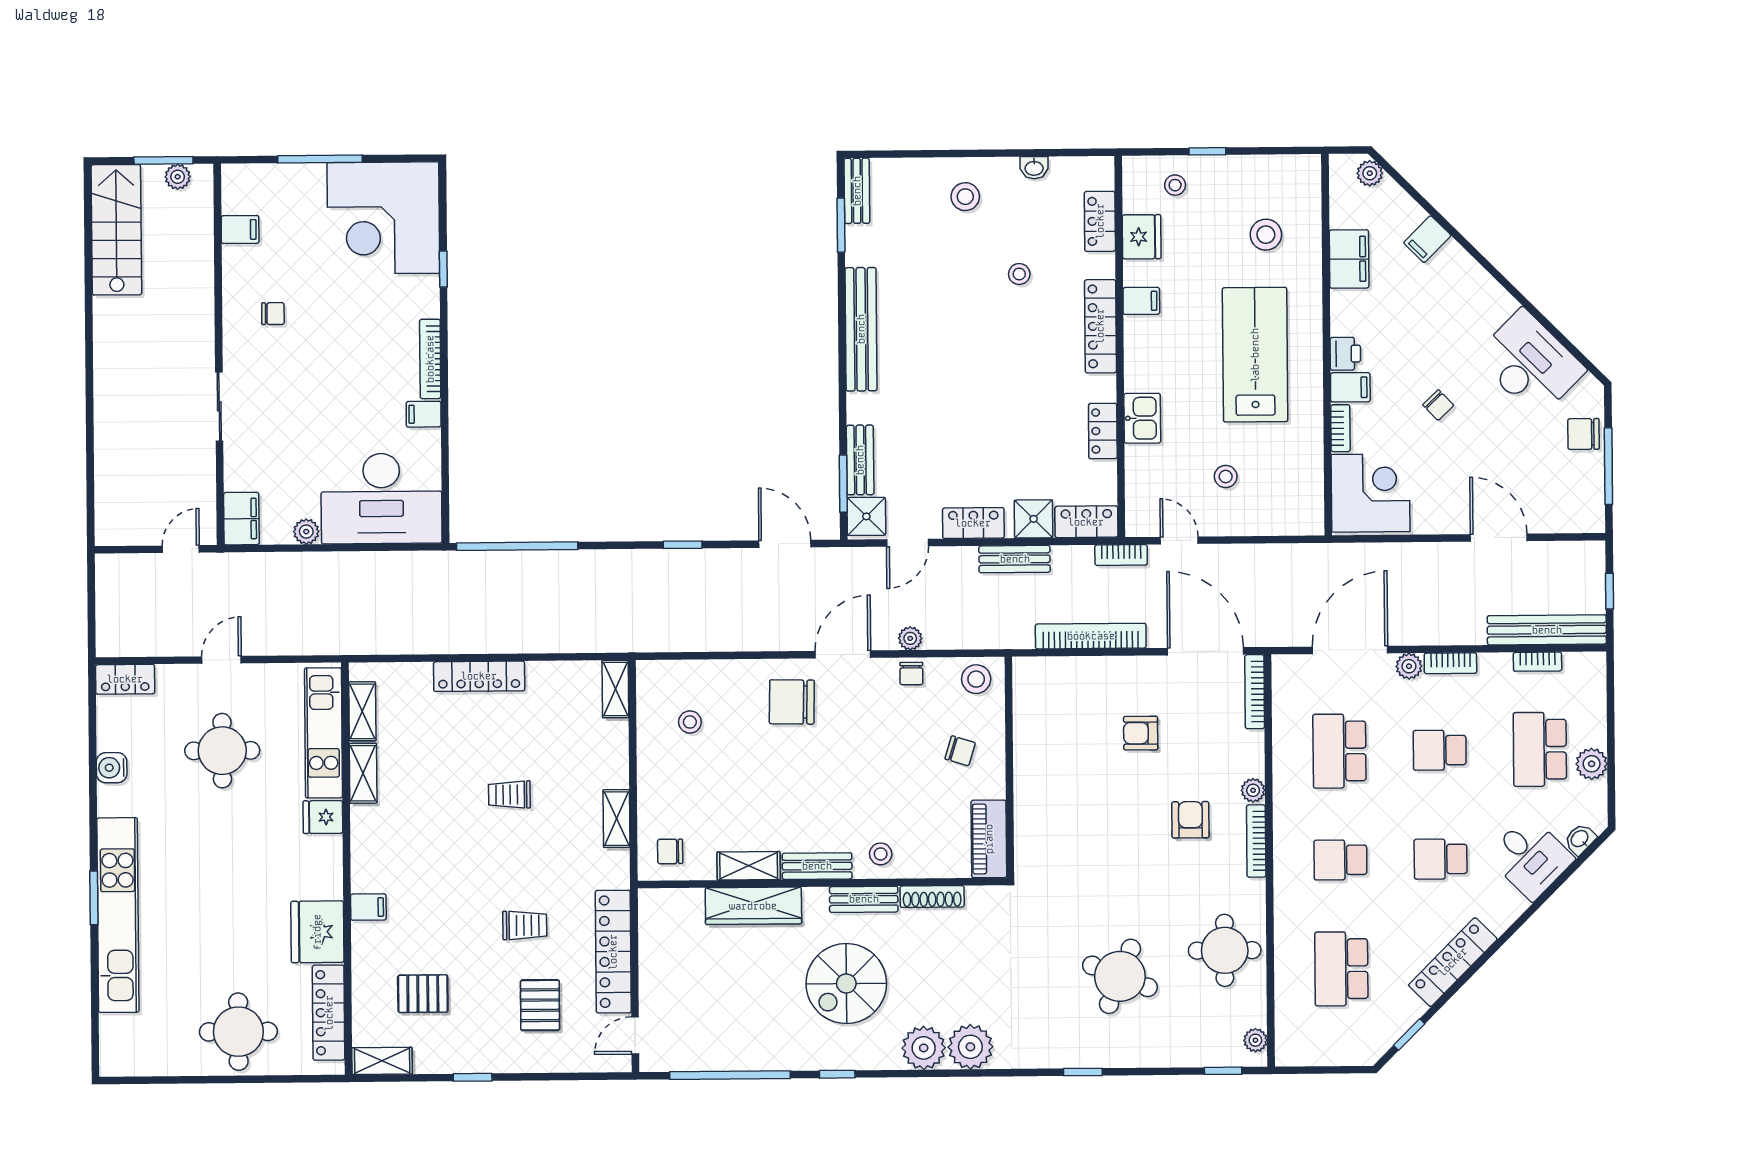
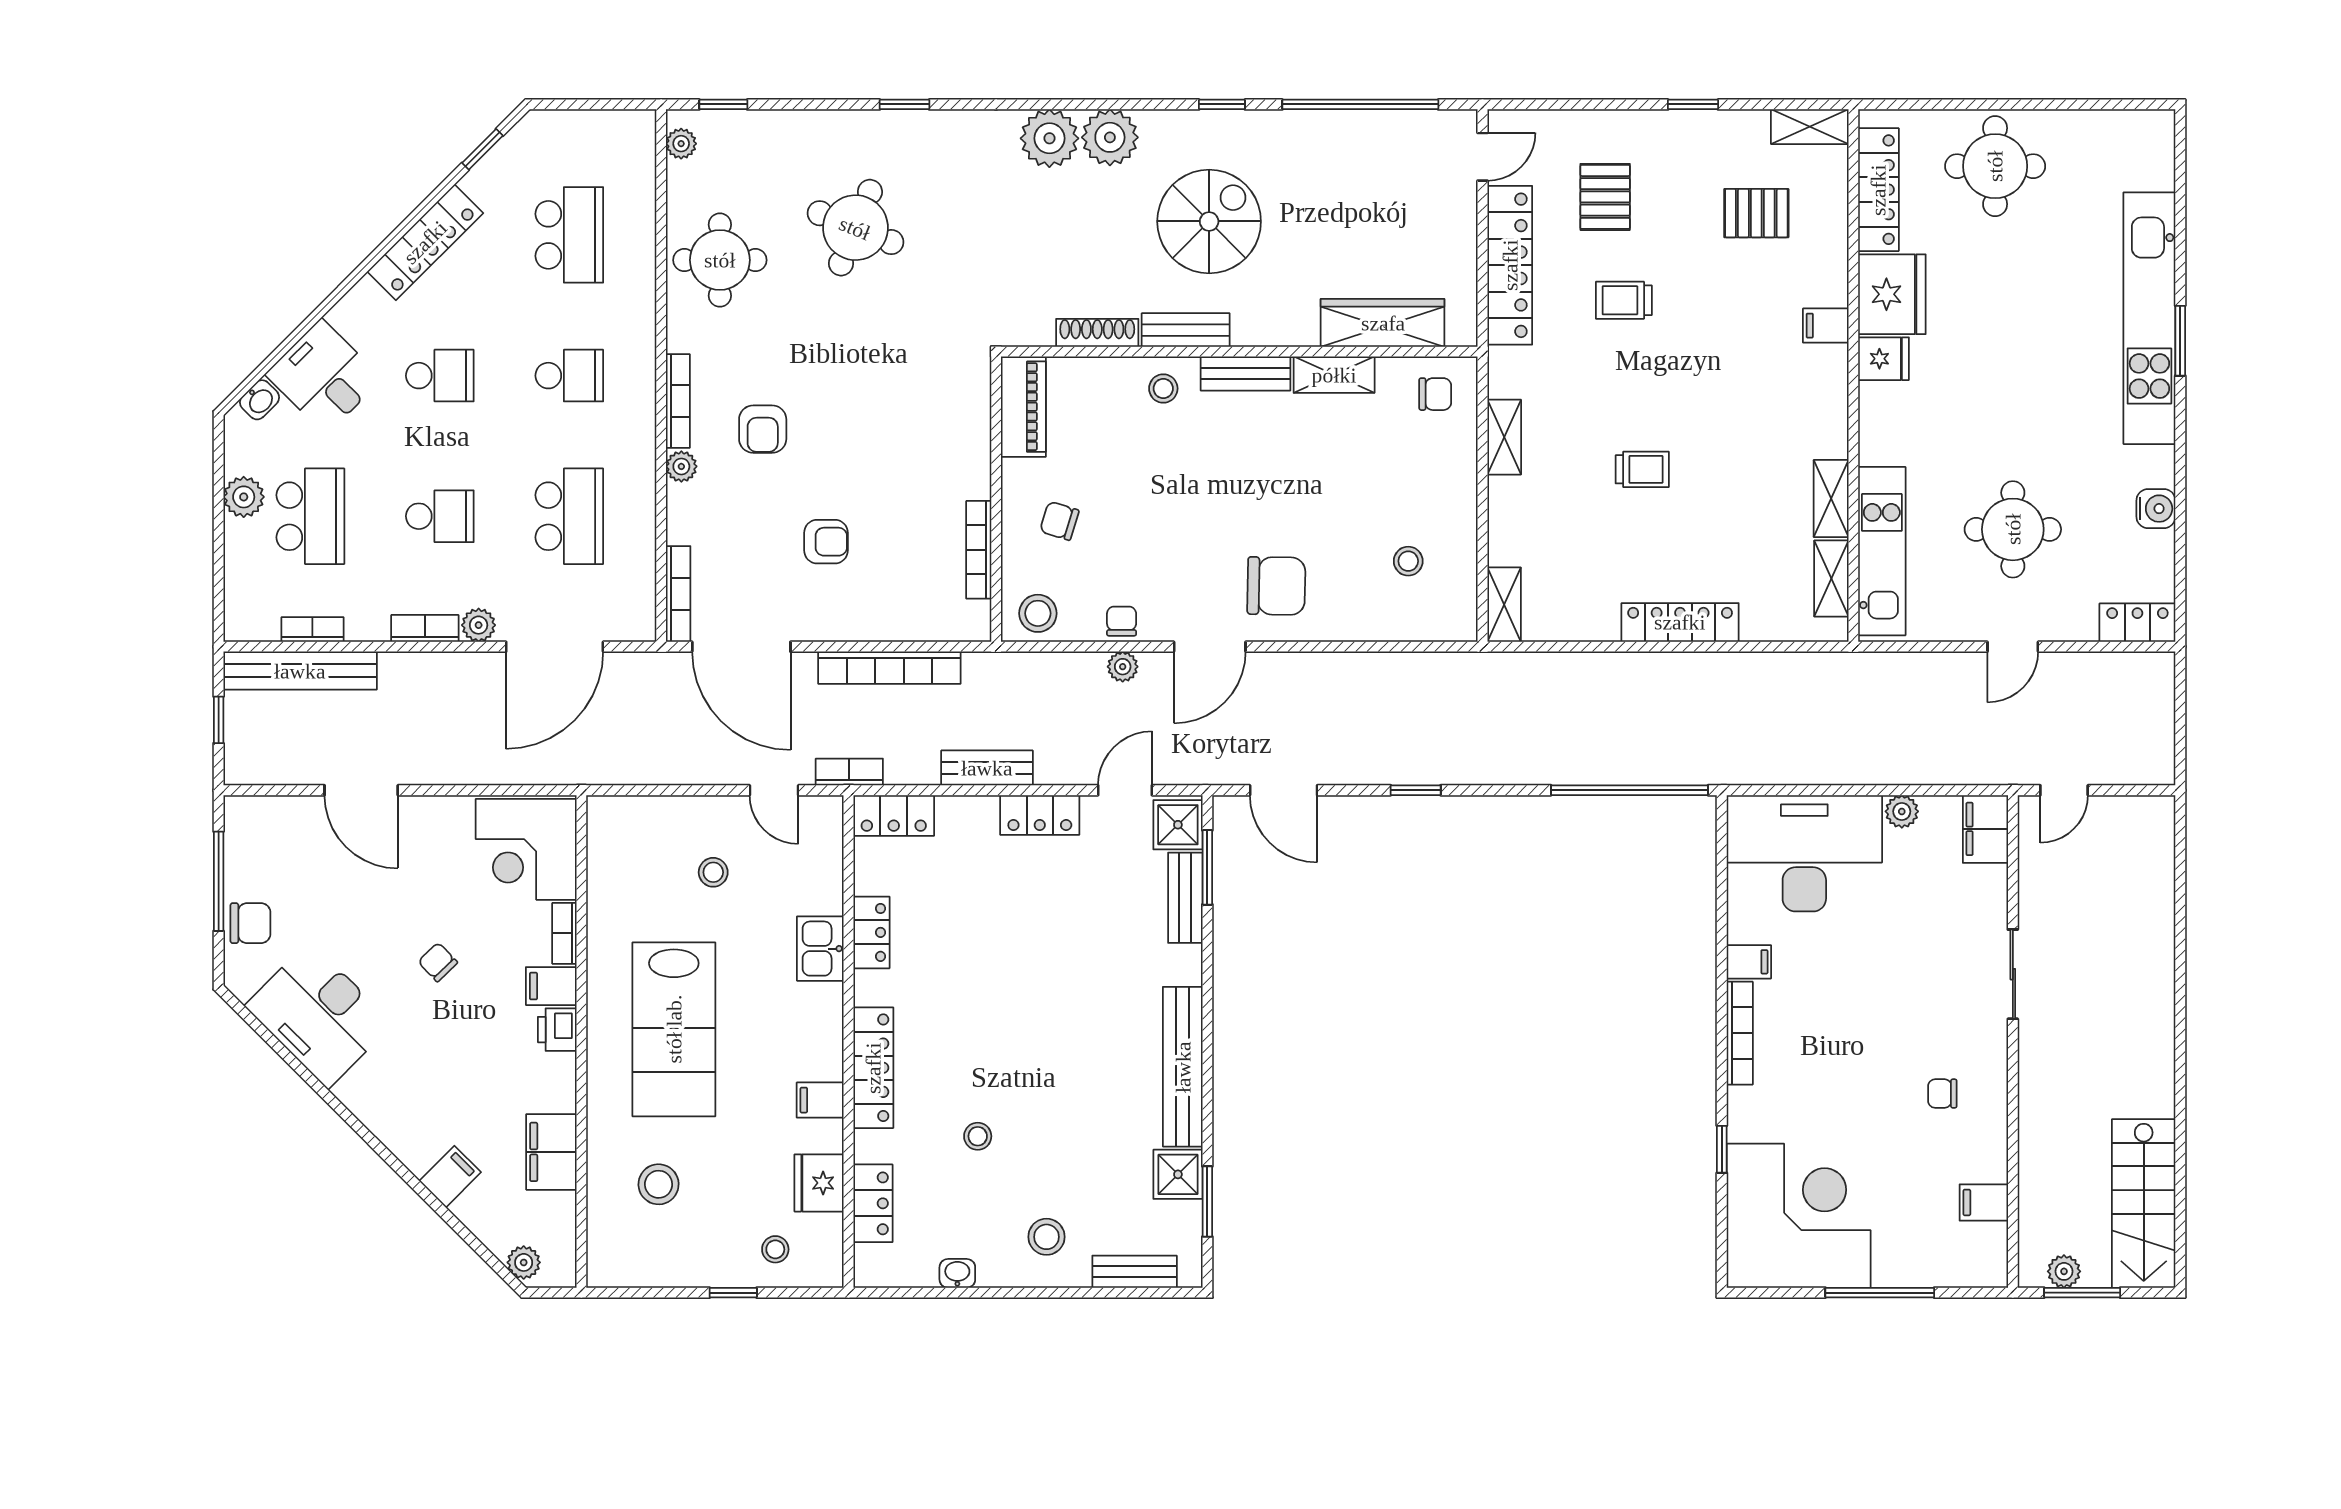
bench: (857, 191) -> (1135, 1272), moved, turned 90
shower: (1034, 519) -> (1178, 1174), moved
bookcase: (1022, 728) -> (979, 550), added
fridge: (323, 817) -> (1884, 359), moved
wardrobe: (753, 906) -> (1383, 323), moved

